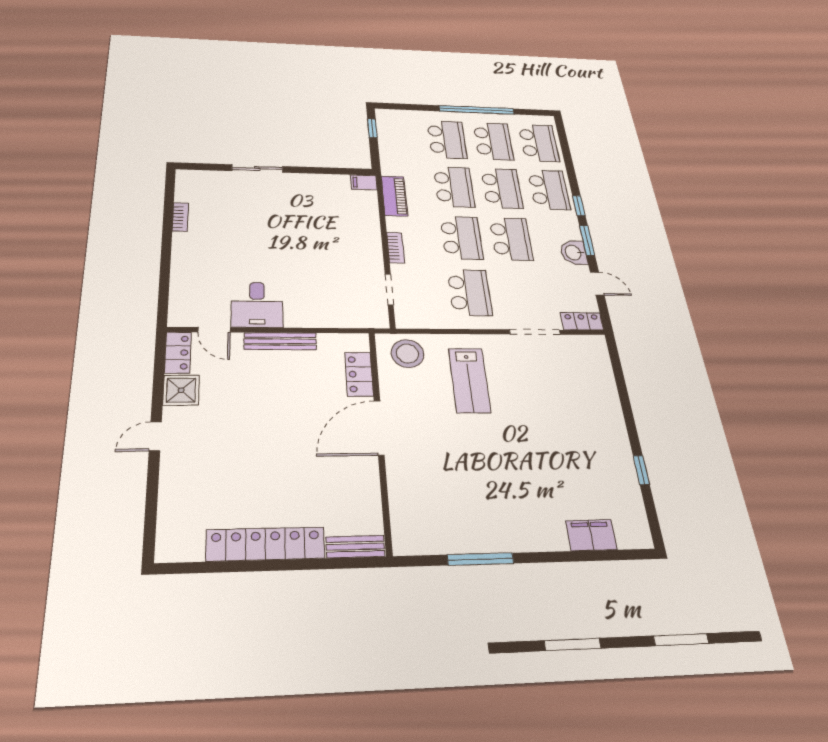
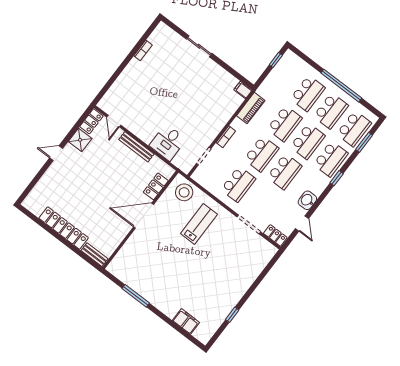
window: (587, 240) -> (364, 142), moved
desk: (257, 305) -> (168, 142), moved
lab bench: (469, 380) -> (199, 224), turned 180

